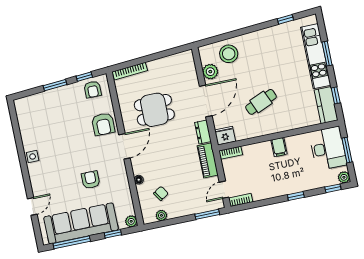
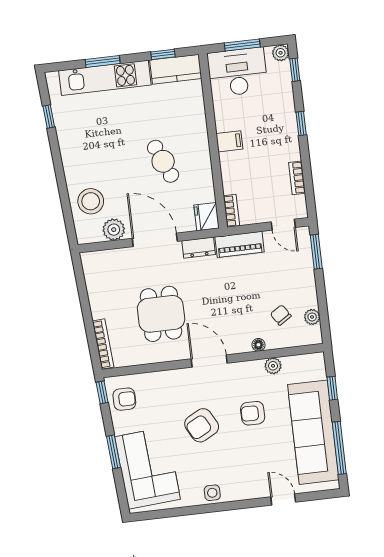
window: (84, 77) -> (102, 392), moved
corner sofa: (46, 110) -> (148, 468), added
armchair: (103, 124) -> (202, 425), moved, turned 152
bookcase: (241, 200) -> (297, 178), moved
plant: (131, 221) -> (273, 366), moved

